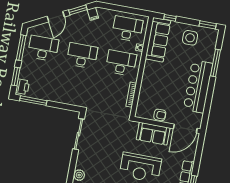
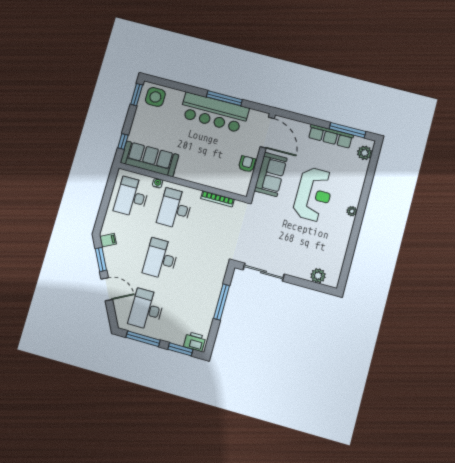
side table: (190, 38) -> (155, 97), moved
window: (216, 63) -> (224, 98), moved
window: (33, 101) -> (222, 302), moved

